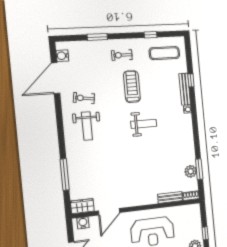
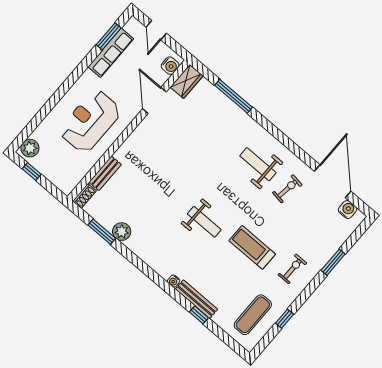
treadmill: (132, 87) -> (252, 247), turned 180
weight bench: (144, 124) -> (204, 222), turned -90
plant: (191, 171) -> (122, 232), moved

